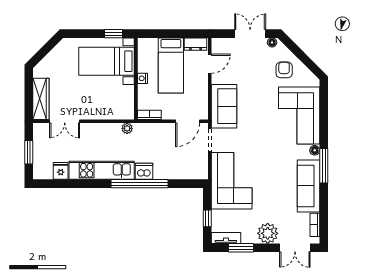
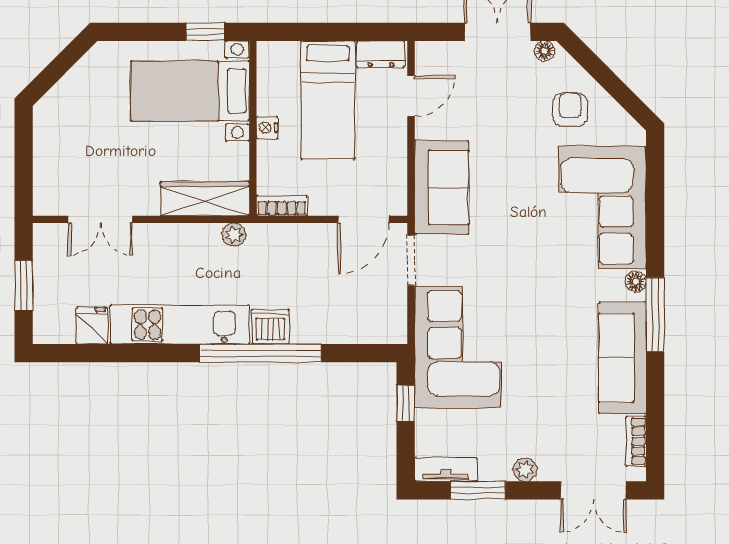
wardrobe: (41, 99) -> (205, 199), moved, turned -90
window: (207, 218) -> (406, 403), moved
plant: (268, 233) -> (525, 470), width x0.53, depth x0.53

